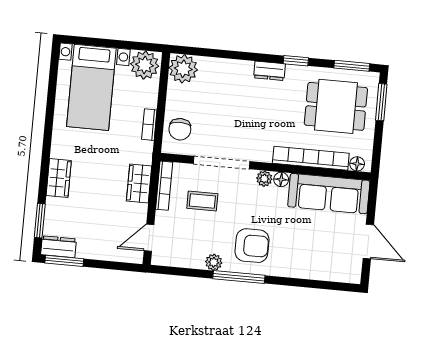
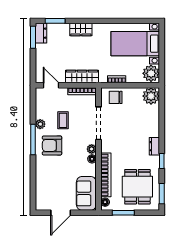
window: (381, 102) -> (123, 213), moved
wardrobe: (139, 184) -> (82, 77), width x1.50
sofa: (329, 194) -> (86, 193), width x0.73
coffee table: (202, 201) -> (63, 120), moved
armchair: (252, 246) -> (52, 145), turned 90

